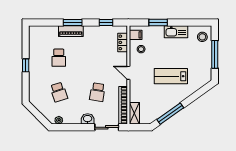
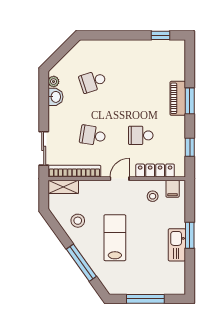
window: (158, 22) -> (190, 235), moved
stool: (202, 37) -> (78, 221), moved
locker: (123, 42) -> (155, 171), width x1.53
school desk: (59, 58) -> (141, 135), moved
window: (26, 65) -> (161, 35), moved
window: (170, 114) -> (81, 263), moved
washbasin: (88, 119) -> (55, 97), moved

